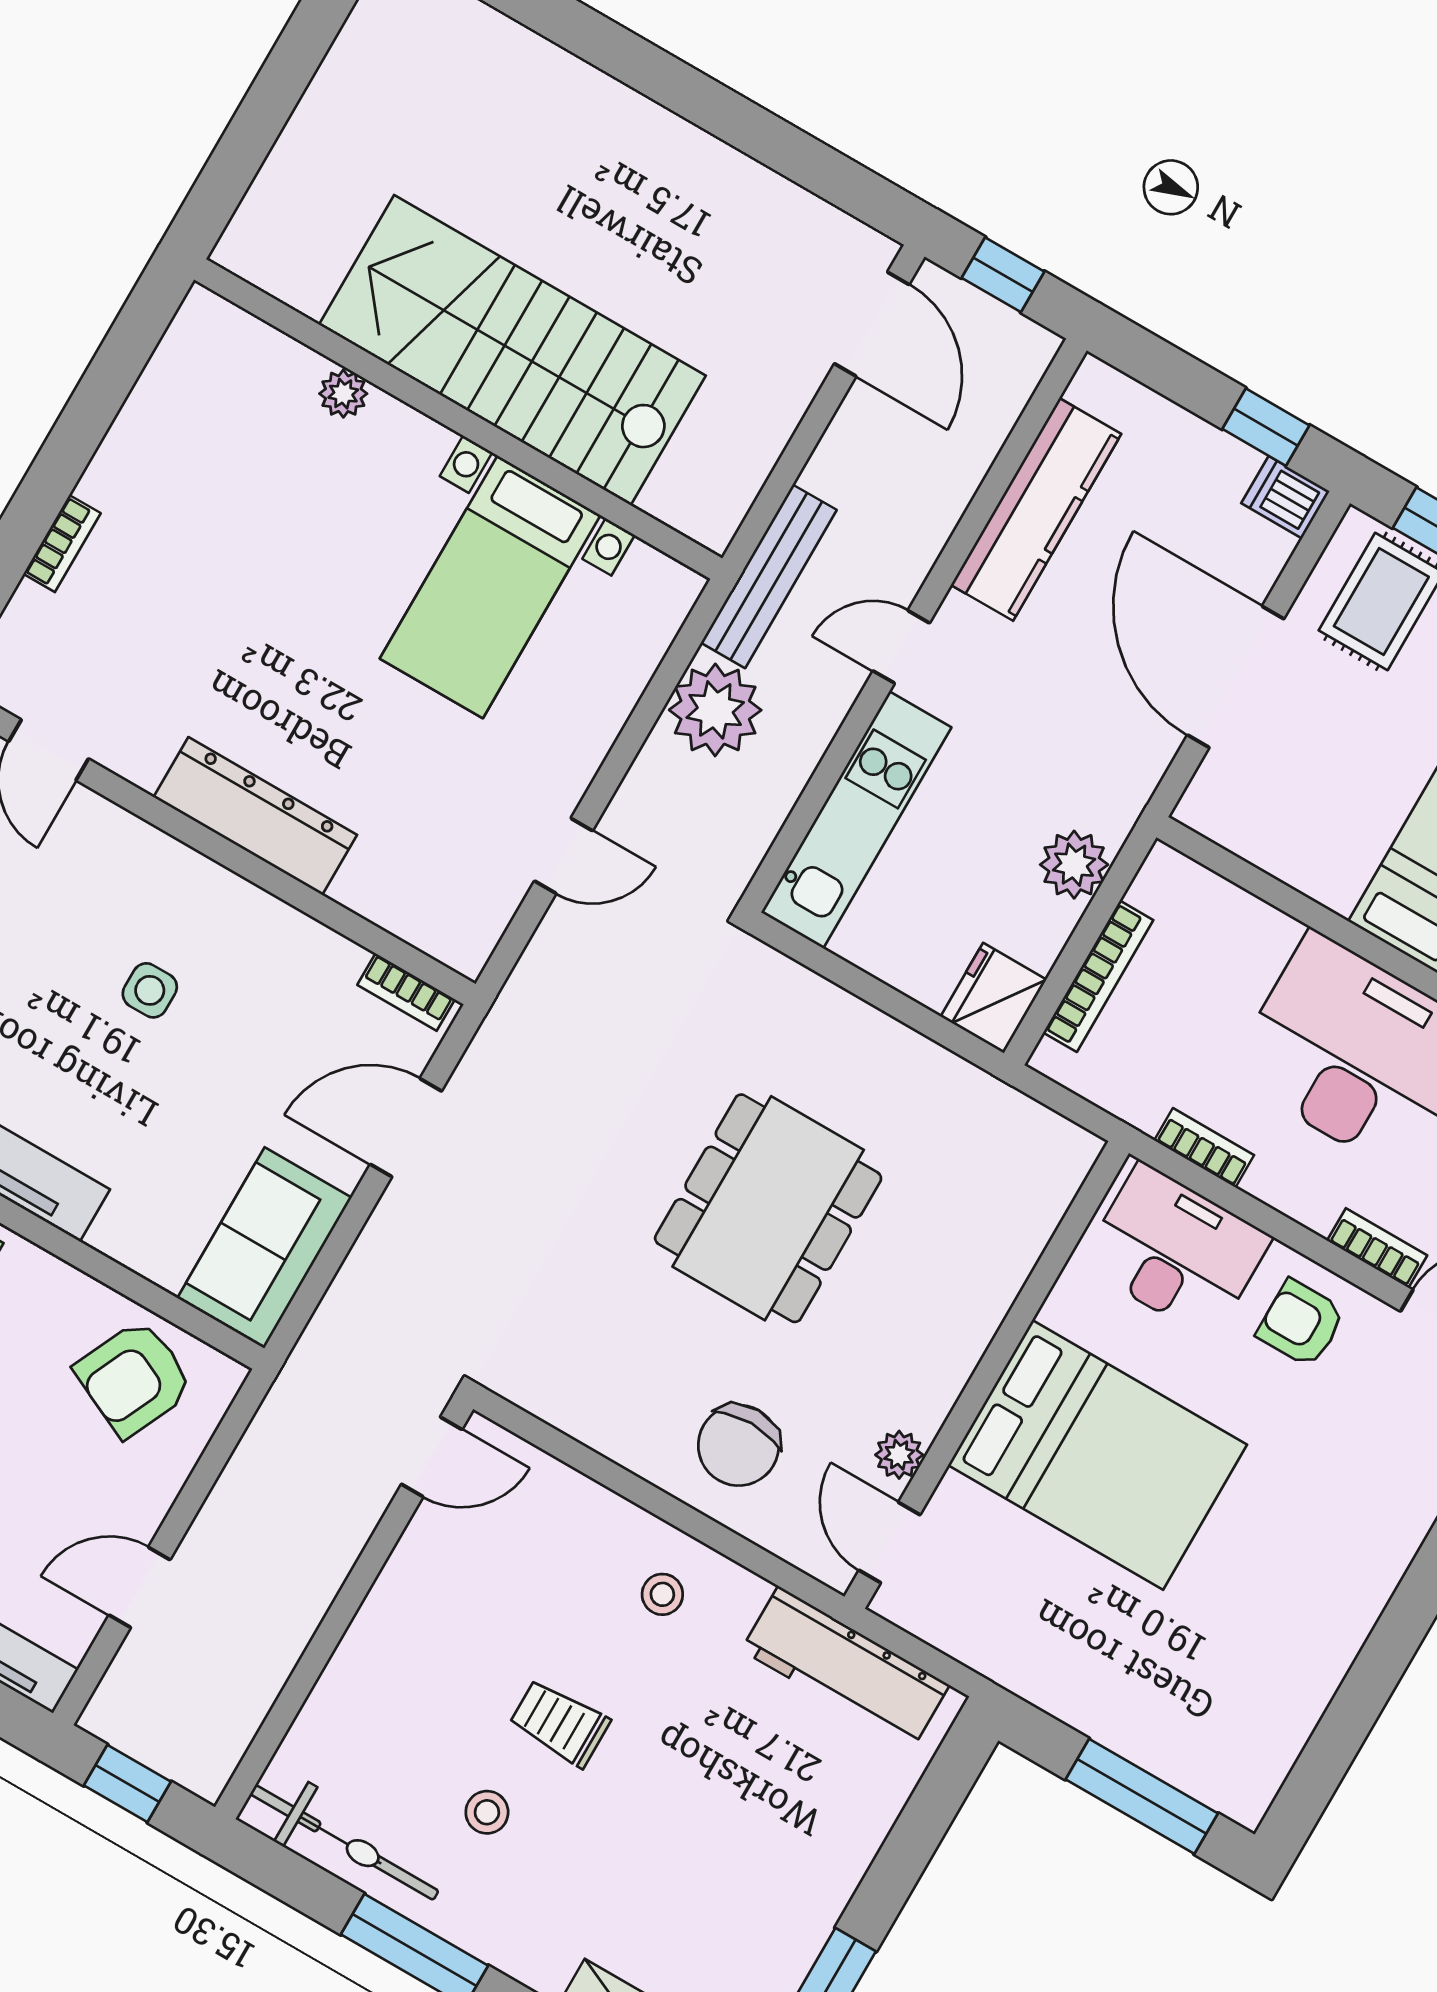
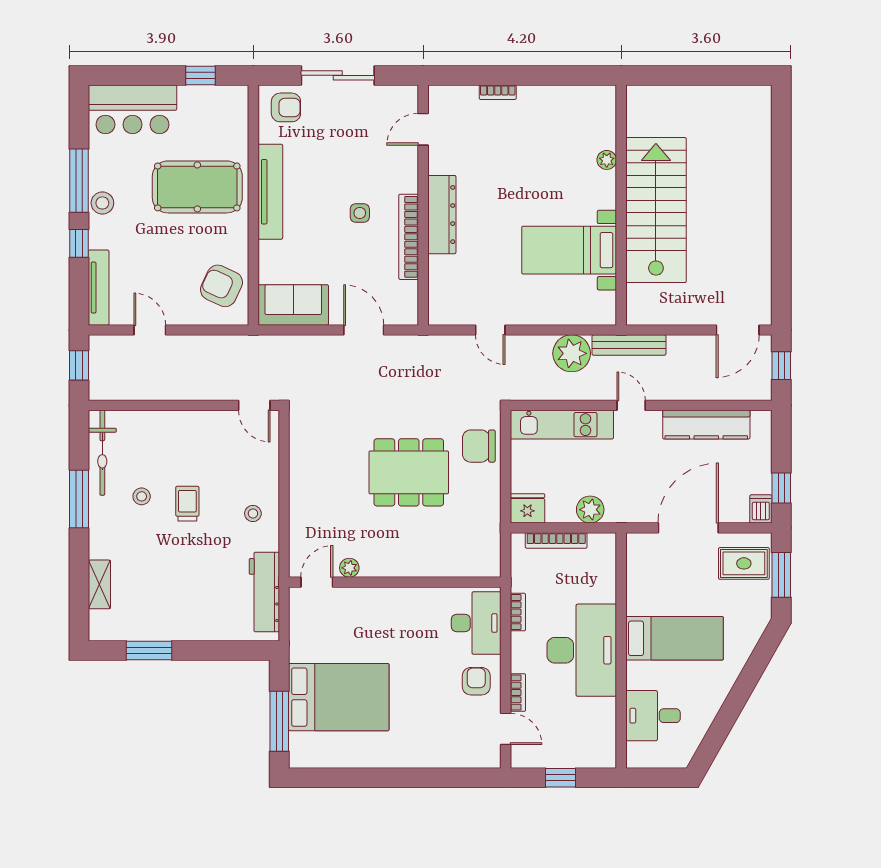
bookcase: (406, 992) -> (409, 237), moved, width x2.31, depth x1.31
chair: (739, 1445) -> (479, 446), moved
bed: (1098, 1455) -> (339, 697), moved, turned -90

